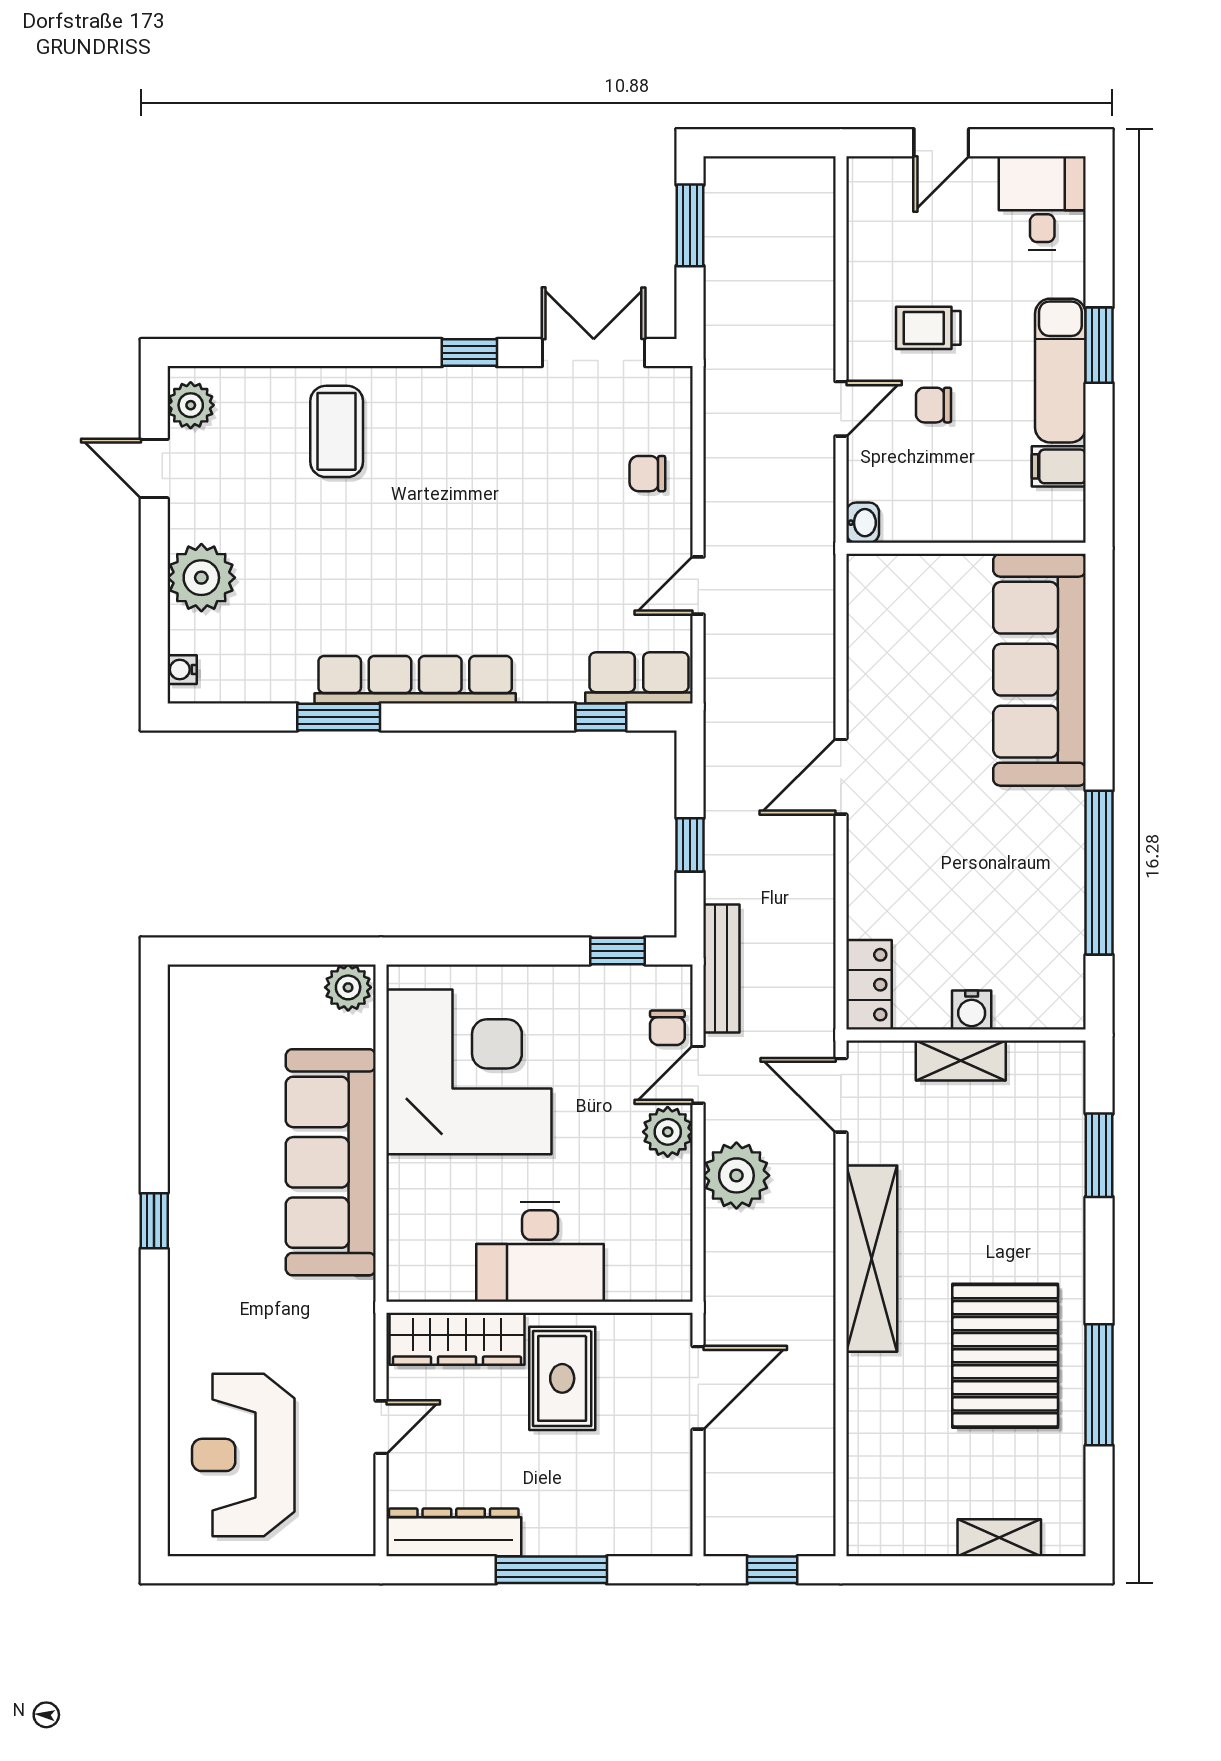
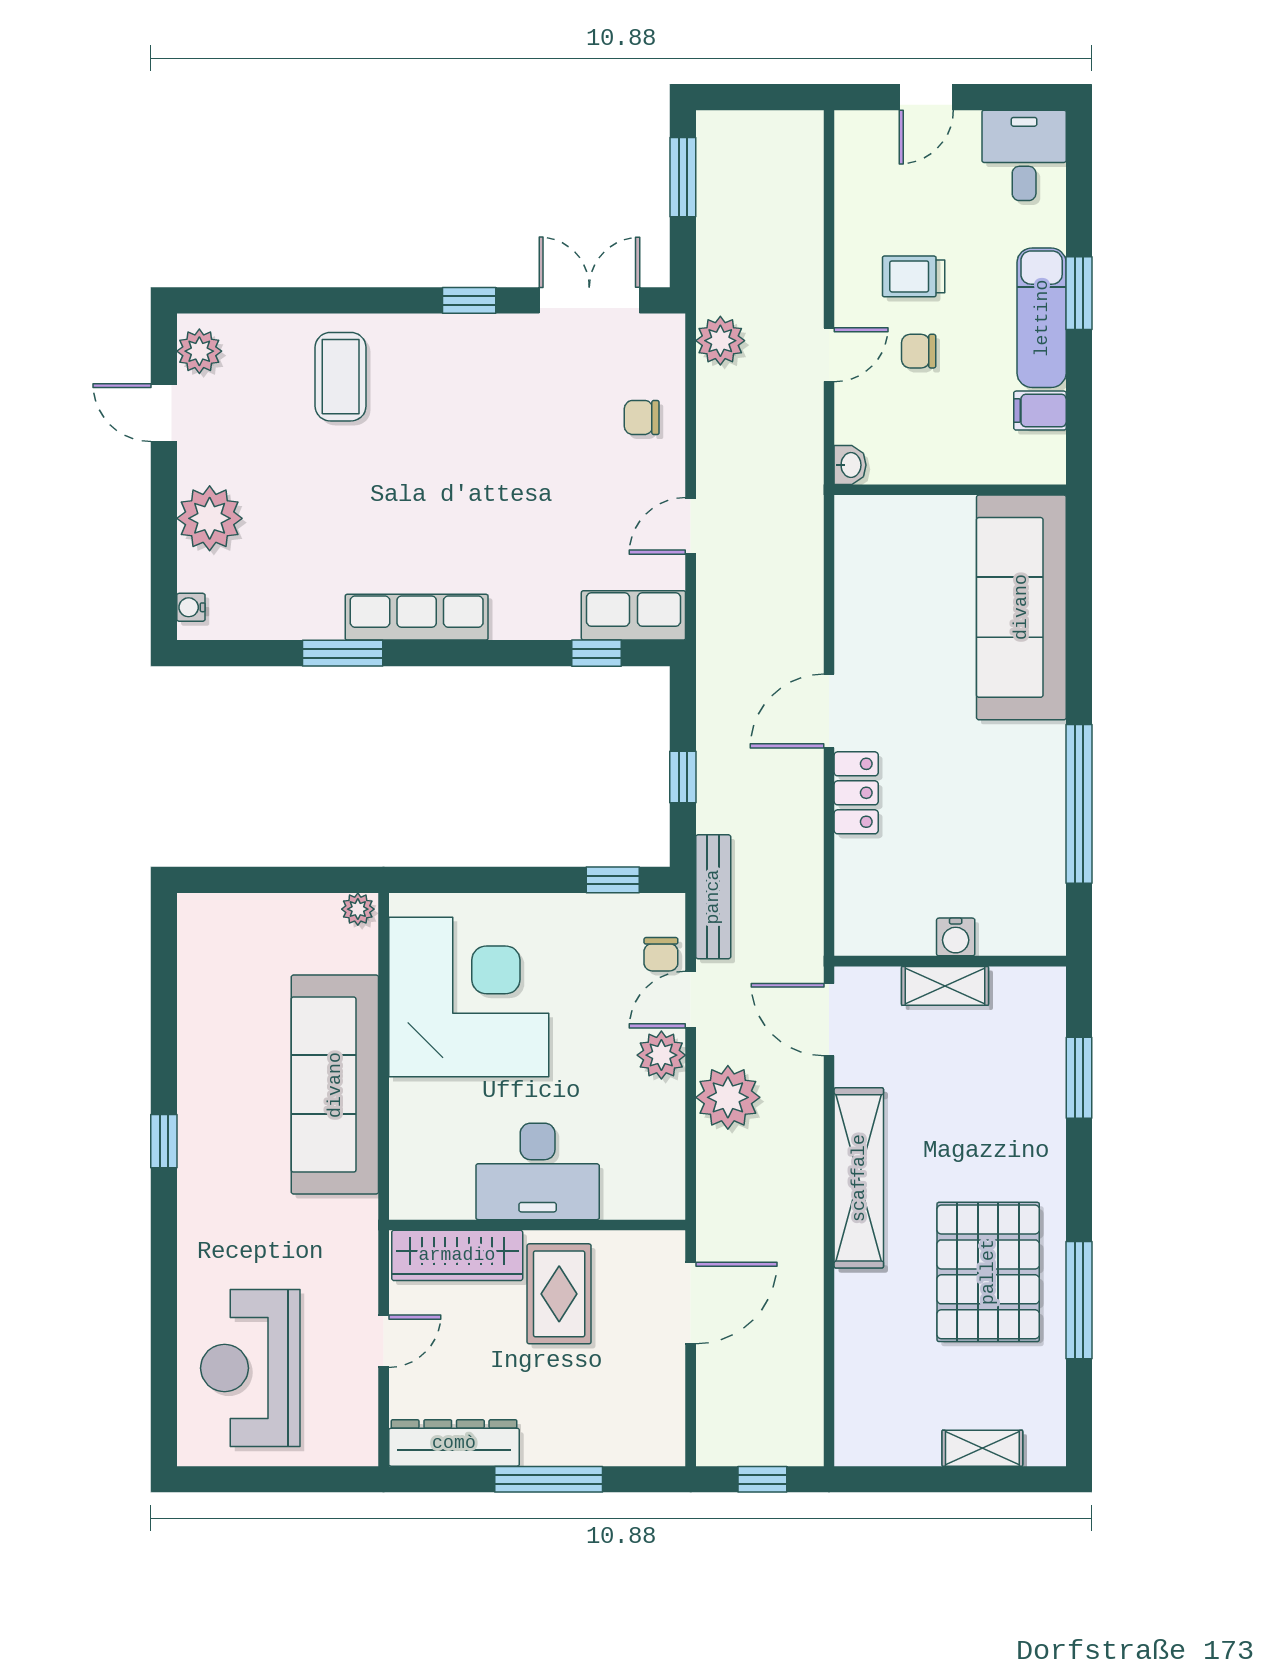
plant: (729, 394) -> (720, 341), added
row of seats: (415, 680) -> (417, 617), width x0.73
locker: (869, 985) -> (856, 793), moved
plant: (348, 987) -> (358, 909), width x0.73, depth x0.73

